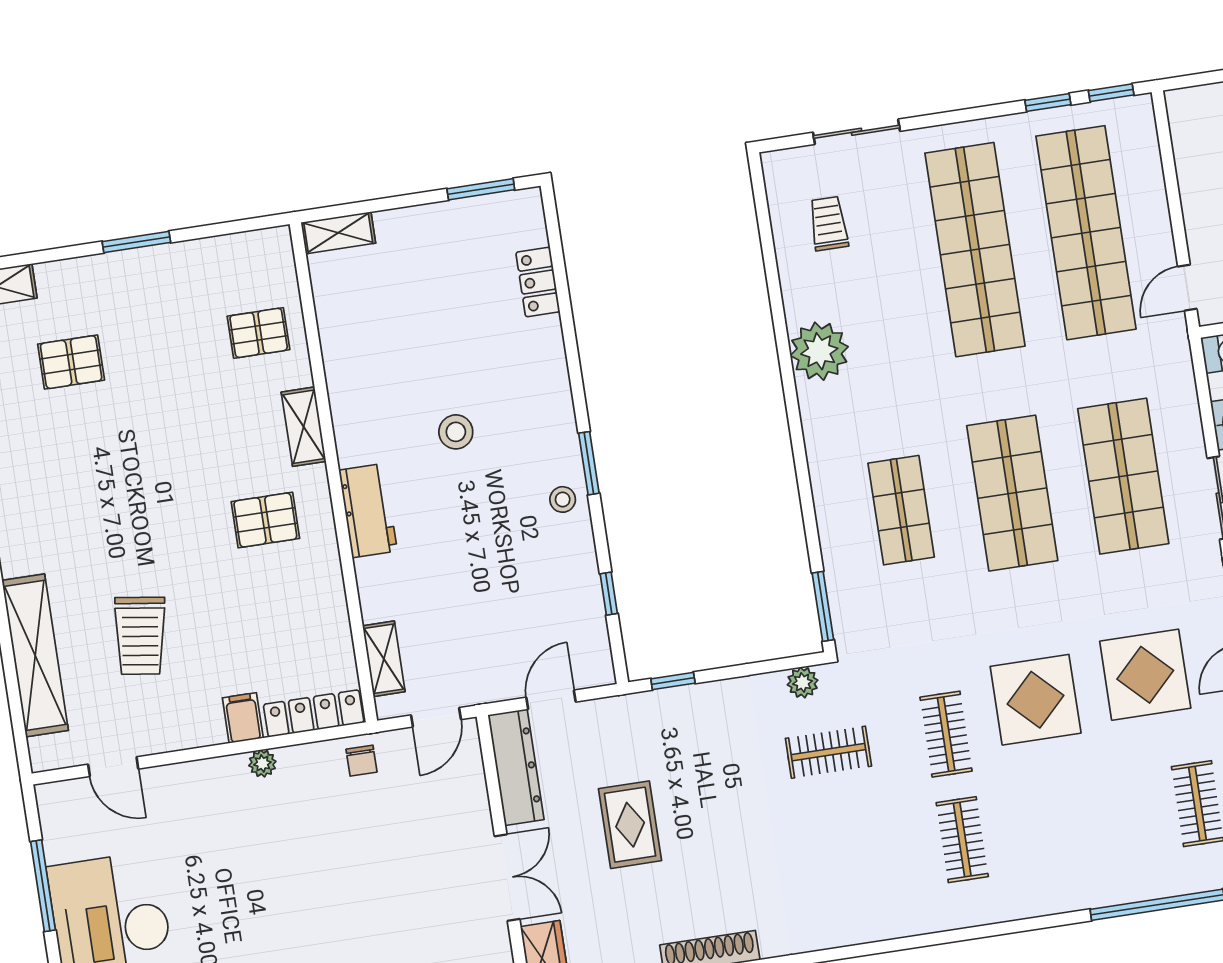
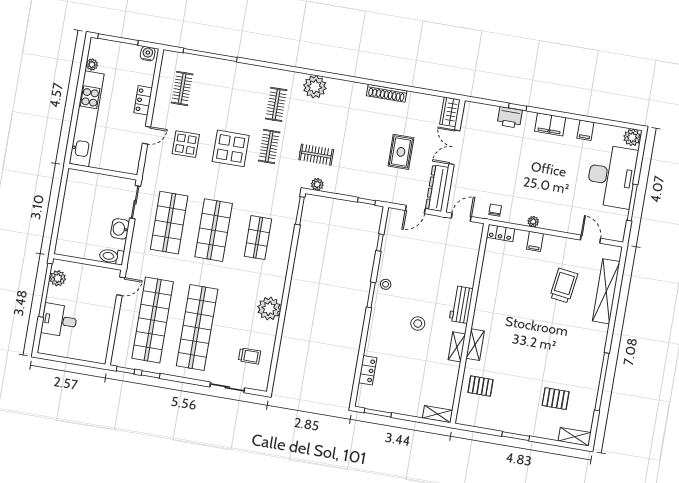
trolley: (829, 224) -> (250, 356), turned -90
pallet: (265, 520) -> (501, 314), removed
shelving: (384, 659) -> (457, 347), moved
display table: (1145, 675) -> (186, 144), width x0.73, depth x0.73
locker: (314, 713) -> (501, 233), width x0.66
plant: (885, 911) -> (315, 87), added

